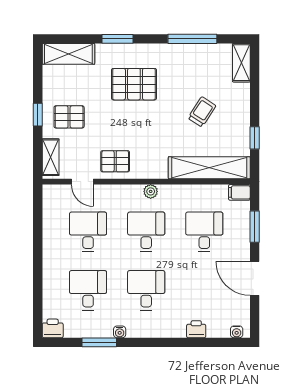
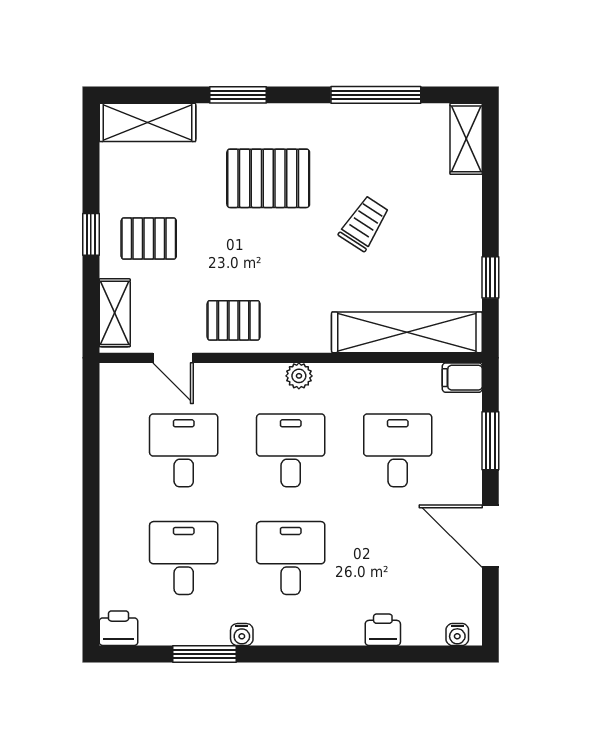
trolley: (202, 112) -> (364, 223), moved

